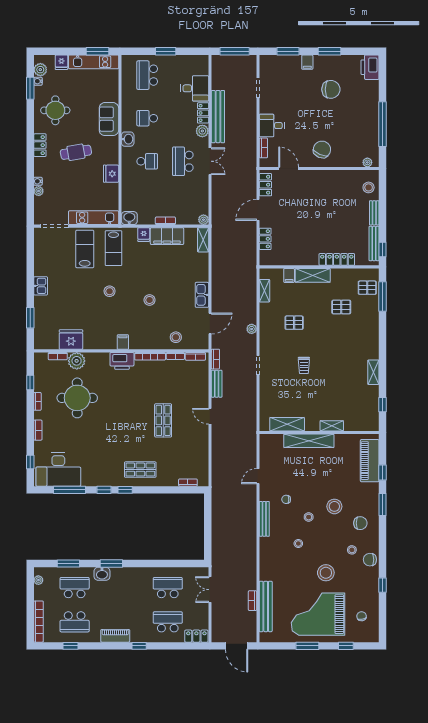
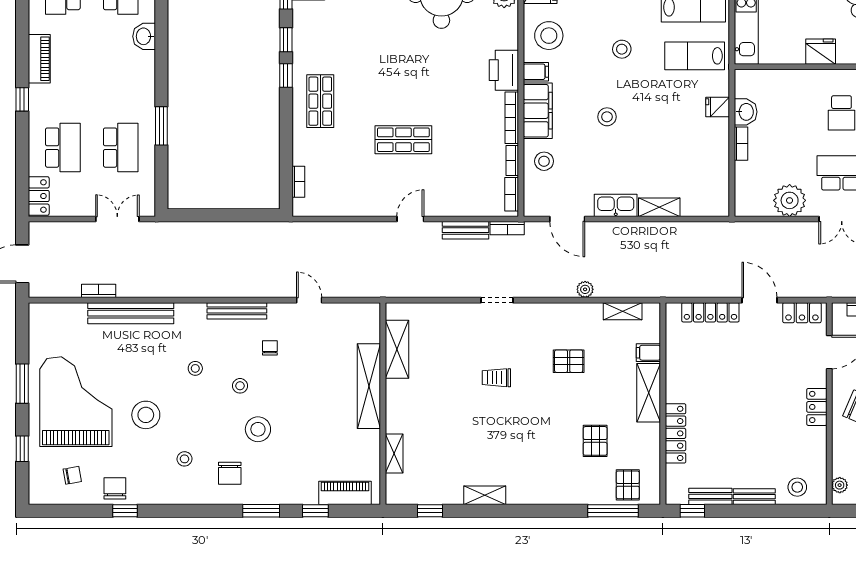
locker: (321, 176) -> (817, 407), added
washbasin: (129, 218) -> (746, 112), moved
plant: (203, 220) -> (790, 200), moved, width x1.87, depth x1.87
filing cabinet: (167, 236) -> (538, 111), moved, turned 180
locker: (265, 239) -> (710, 312), width x1.53
shelving: (203, 240) -> (659, 207), moved
bench: (374, 244) -> (710, 496), width x0.73
pallet: (294, 323) -> (569, 361), turned 90
plant: (252, 329) -> (585, 289), moved
stool: (102, 334) -> (549, 36), added
shelving: (332, 426) -> (394, 453), moved
piano: (370, 461) -> (345, 493), width x0.73, depth x0.75
chair: (370, 560) -> (115, 488), moved
window: (111, 564) -> (161, 126), moved
bench: (266, 606) -> (131, 313), moved

